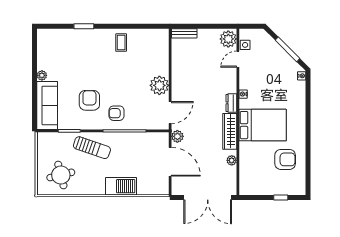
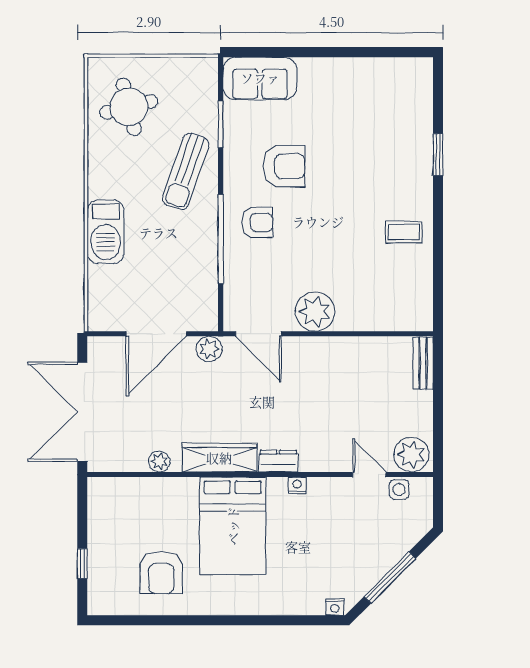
plant: (42, 75) -> (336, 67), removed
sofa: (47, 105) -> (260, 78), width x0.73
armchair: (116, 113) -> (257, 222), turned 90

